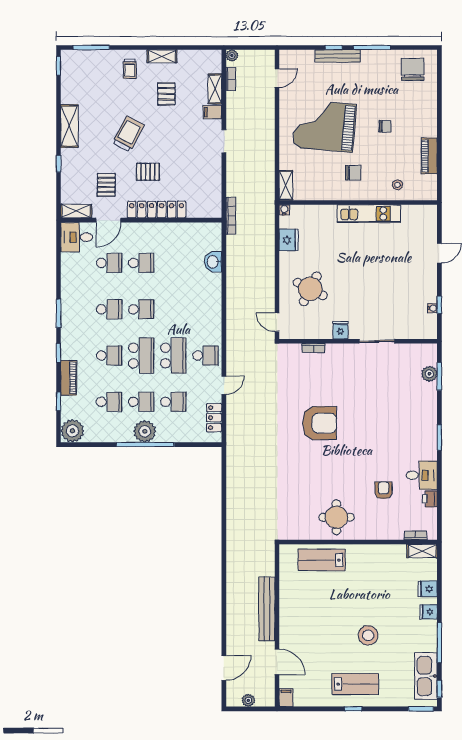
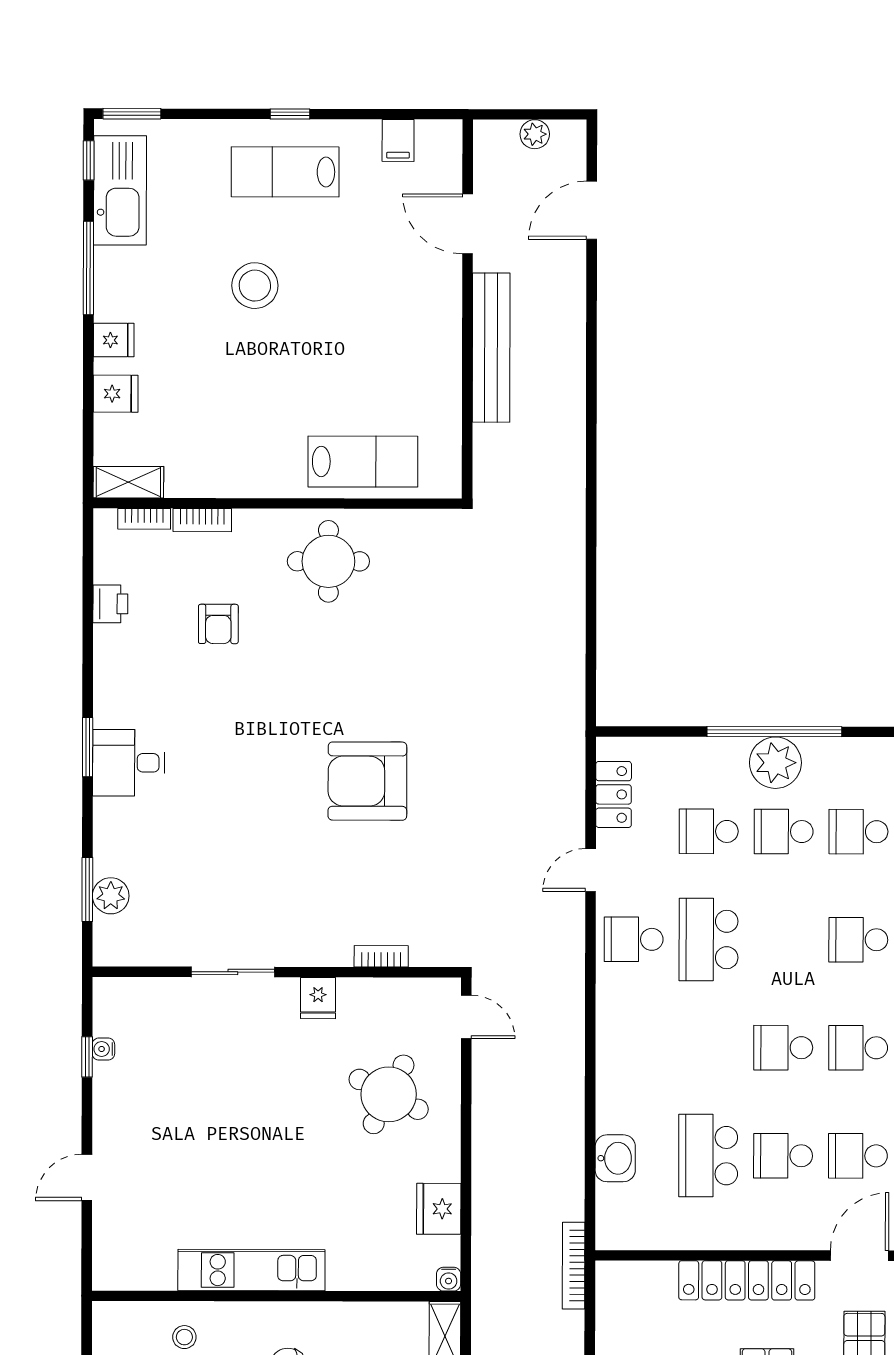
school desk: (141, 356) -> (708, 1156), moved
desk: (422, 475) -> (129, 763), moved
bookcase: (390, 535) -> (202, 520), added
filing cabinet: (286, 698) -> (398, 140), moved

